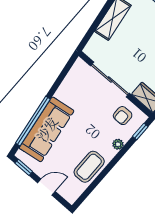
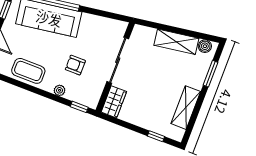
armchair: (123, 116) -> (75, 65), moved

